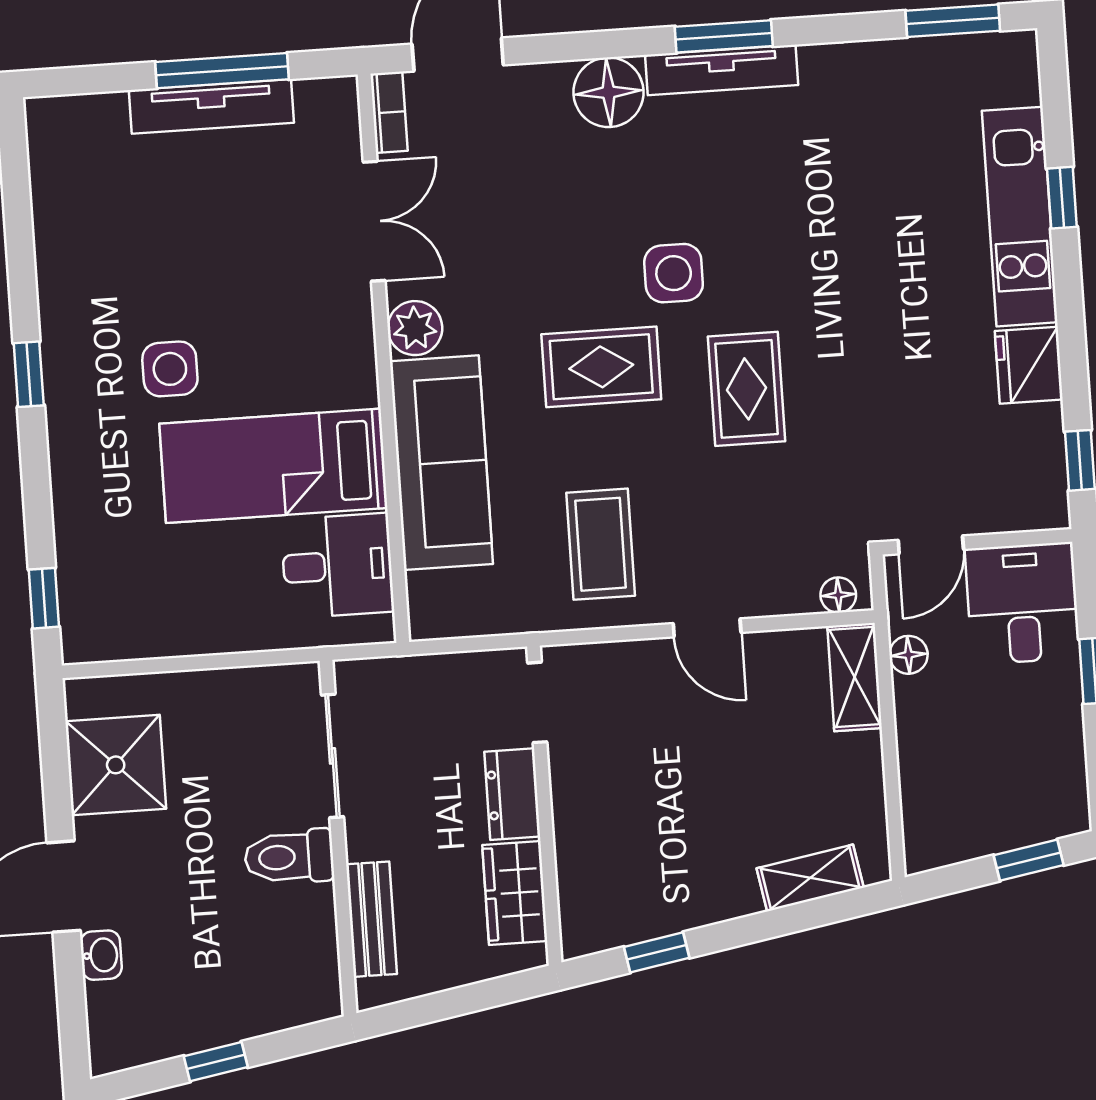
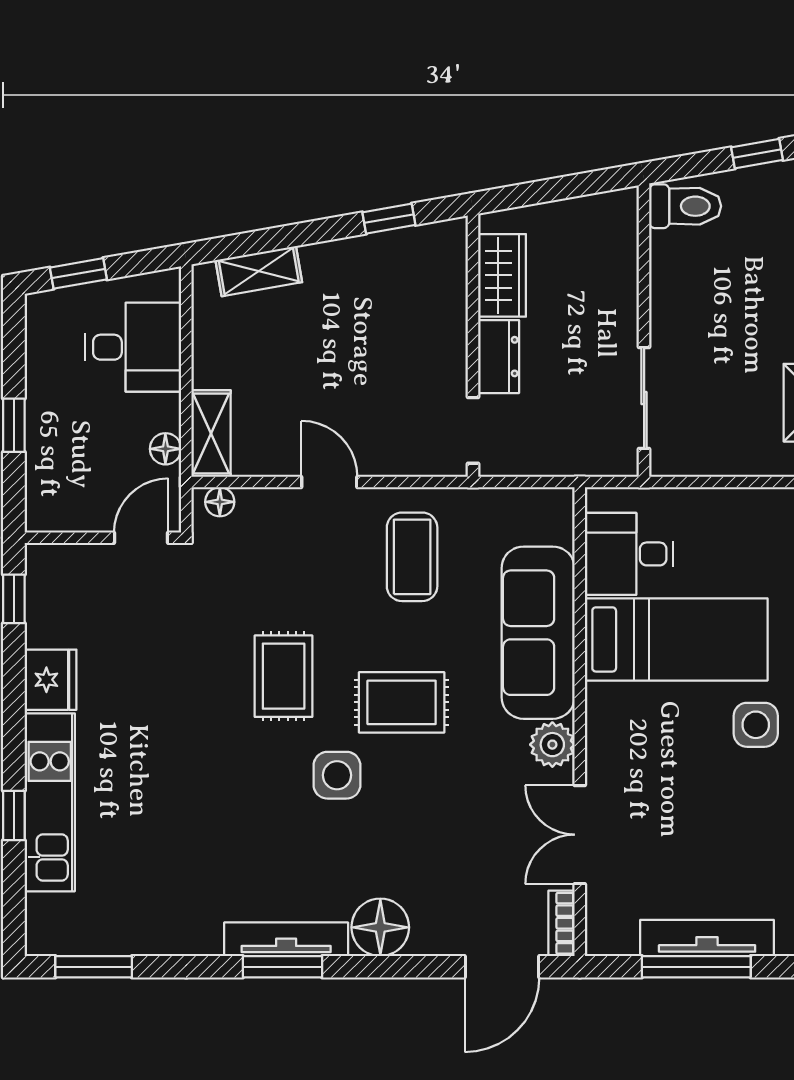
desk: (1022, 603) -> (133, 347), moved, turned -90
toilet: (289, 857) -> (685, 206), moved
bench: (371, 919) -> (621, 262), removed

